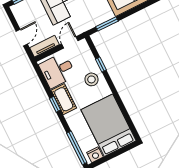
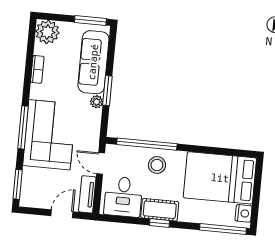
plant: (108, 15) -> (97, 102), added
window: (107, 24) -> (107, 91), moved
door: (22, 38) -> (62, 214), hinge flipped
window: (101, 65) -> (147, 144), width x3.17

